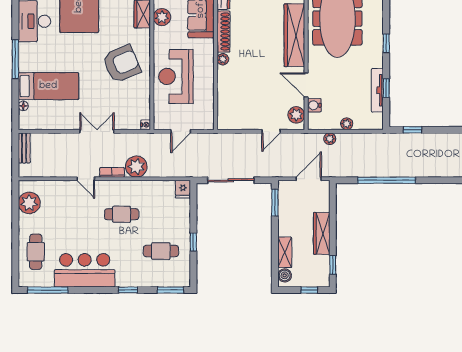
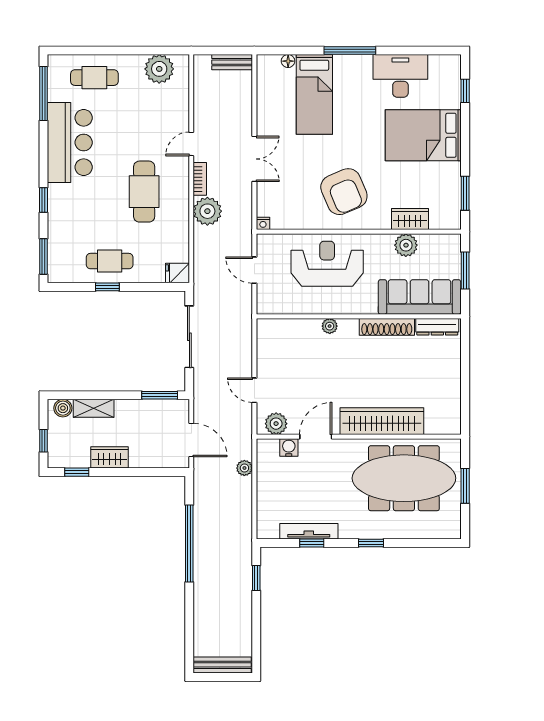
plant: (223, 59) -> (330, 326), moved
plant: (347, 124) -> (264, 491), removed
cafe table: (122, 214) -> (144, 192), width x1.37, depth x1.35
wardrobe: (322, 233) -> (109, 457), width x0.67
cafe table: (161, 251) -> (110, 261), moved, turned 90

